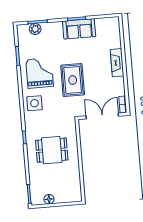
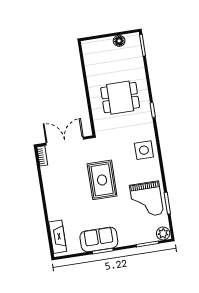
plant: (35, 29) -> (163, 233), moved
fireplace: (117, 63) -> (58, 237), moved
grand piano: (40, 73) -> (146, 200), moved
double door: (102, 116) -> (65, 141), swing flipped

